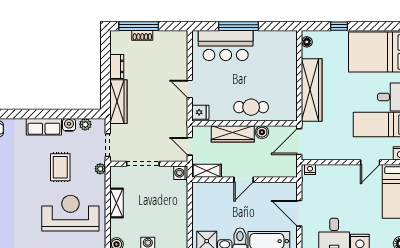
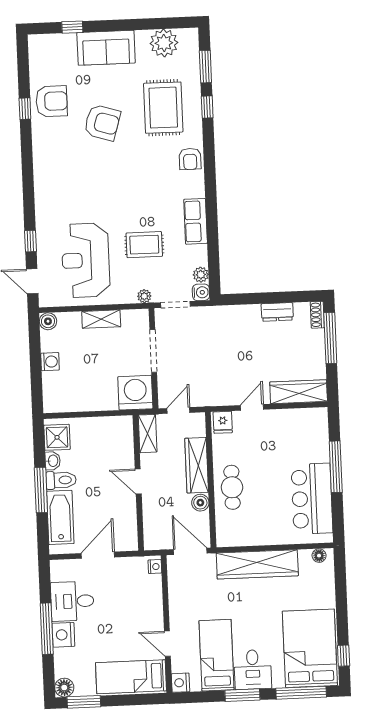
window: (339, 26) -> (344, 656), moved
shoe rack: (142, 35) -> (317, 315), moved
bar counter: (226, 46) -> (312, 499), moved
wardrobe: (118, 102) -> (299, 392), moved, turned 180
water cooler: (69, 125) -> (201, 292), moved
washing machine: (181, 173) -> (135, 393), width x1.89, depth x1.89
reception desk: (70, 213) -> (86, 260), turned 180

